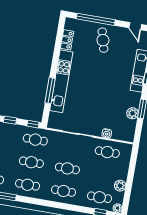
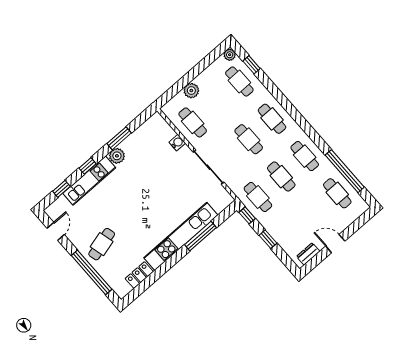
plant: (133, 113) -> (117, 156), moved
plant: (120, 186) -> (191, 91), moved

